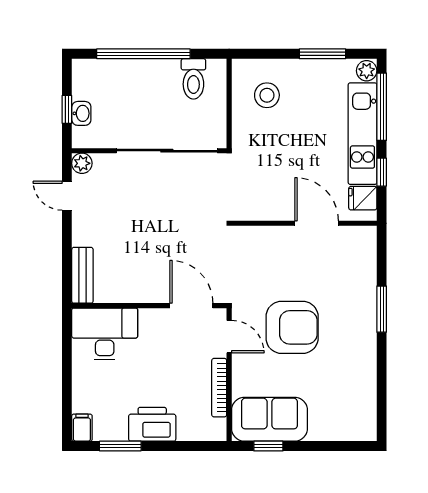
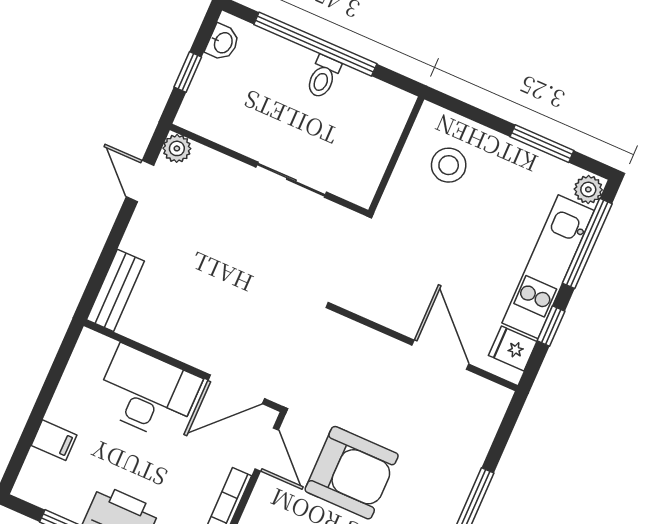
toilet: (193, 79) -> (323, 77), moved, width x0.73, depth x0.72
washbasin: (81, 113) -> (223, 42), moved
sliding door: (167, 151) -> (291, 180), width x0.54
door: (191, 306) -> (236, 389), swing flipped
desk: (105, 334) -> (148, 393), moved
filing cabinet: (82, 428) -> (54, 440), moved, turned 90

